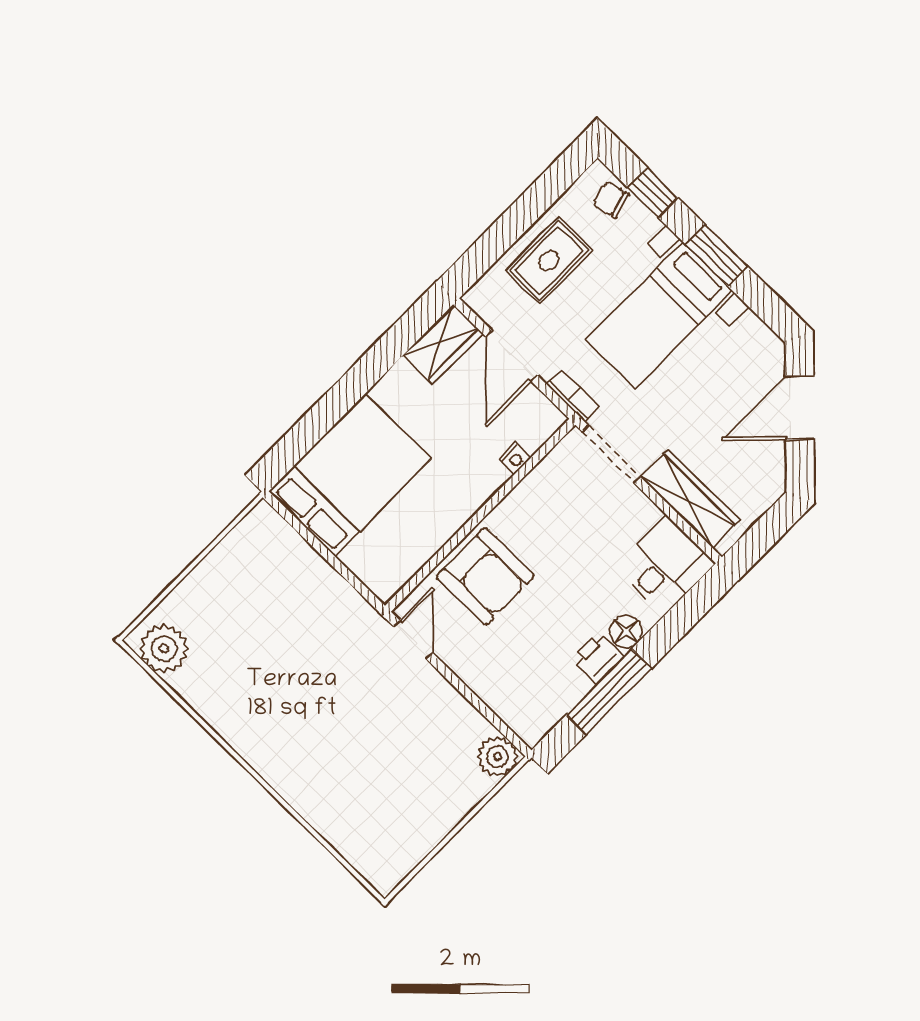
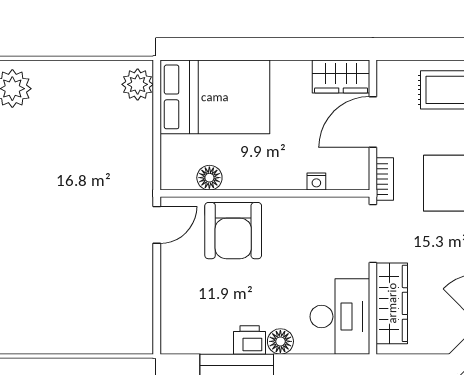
floor lamp: (417, 551) -> (209, 178), added
desk: (665, 566) -> (340, 317), width x1.37
plant: (497, 757) -> (138, 84), moved

